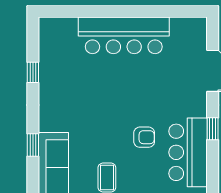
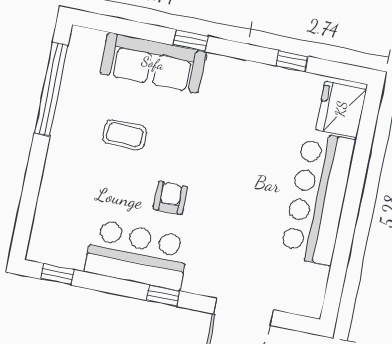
fridge: (59, 32) -> (341, 109), added
armchair: (144, 137) -> (170, 198), turned 180

